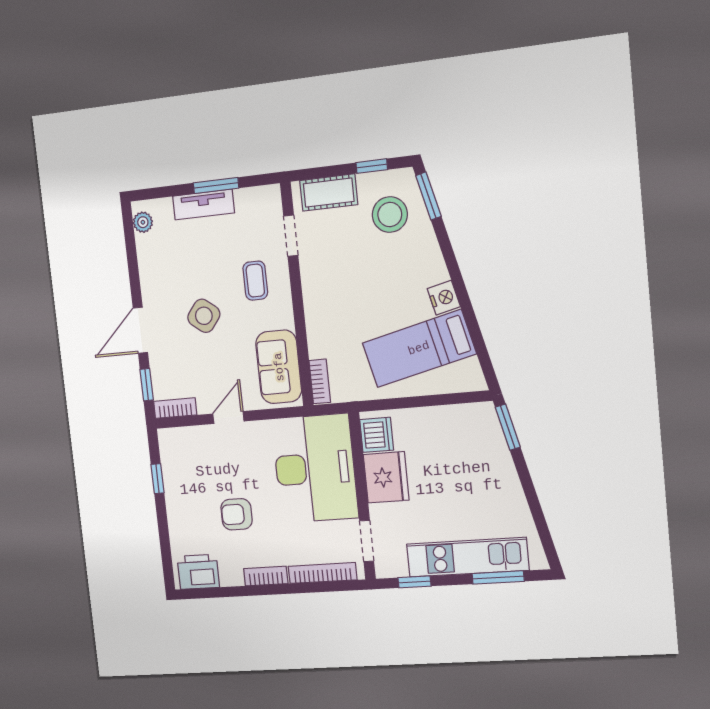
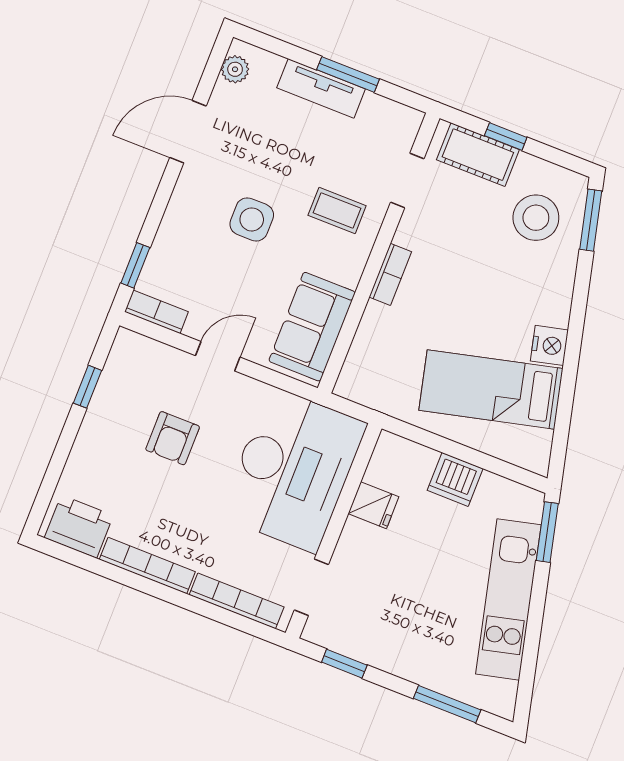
window: (372, 166) -> (506, 137), moved
coffee table: (255, 281) -> (337, 210), turned 90
side table: (204, 316) -> (252, 219), turned -38
door: (140, 330) -> (188, 132), moved
bookcase: (320, 381) -> (390, 274), moved
dishwasher: (377, 435) -> (455, 479), moved, turned 90
fridge: (386, 477) -> (373, 505), width x0.53, depth x0.75
armchair: (237, 514) -> (173, 438), moved, turned -90
kitchen unit: (467, 557) -> (508, 599), moved, turned -104
bookcase: (266, 576) -> (147, 566), width x1.56

